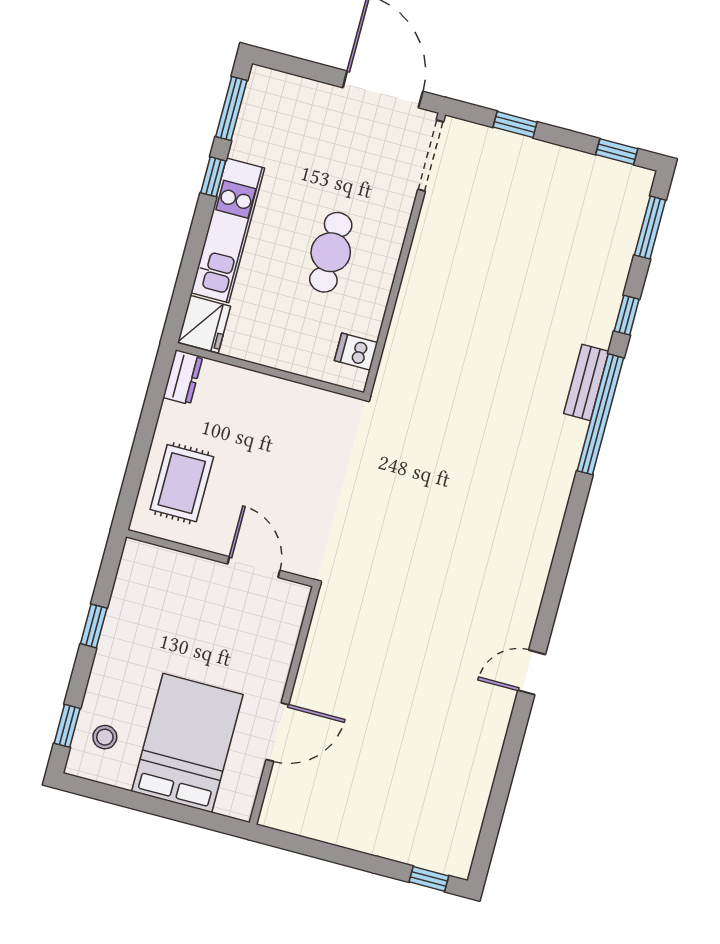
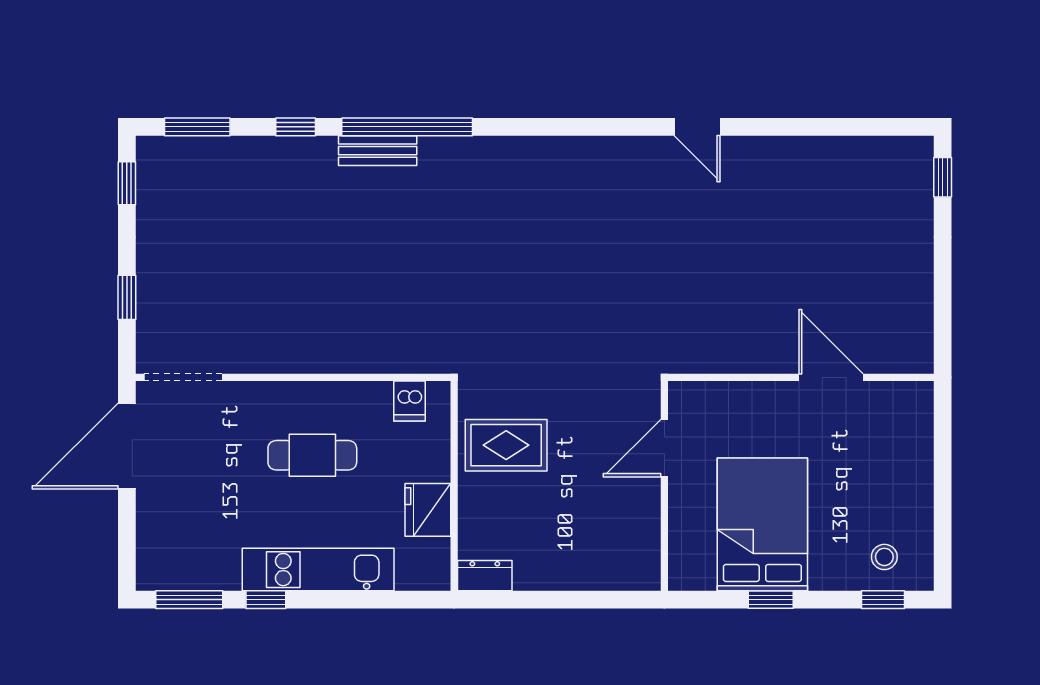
fridge: (204, 324) -> (428, 510), moved, turned -90
rug: (182, 483) -> (506, 445), moved
bed: (187, 743) -> (762, 524), moved, turned 90

